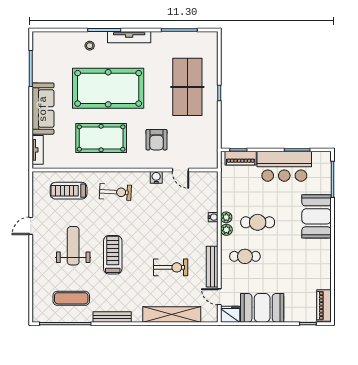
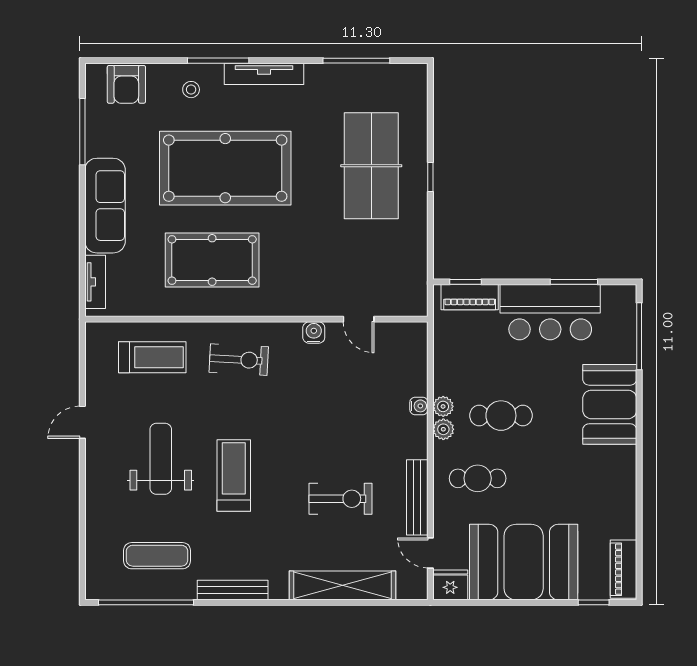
armchair: (157, 140) -> (126, 84), moved
treadmill: (69, 191) -> (152, 357), turned 180
booth: (262, 308) -> (524, 562), width x1.36, depth x1.42

